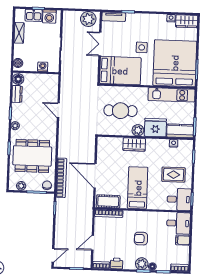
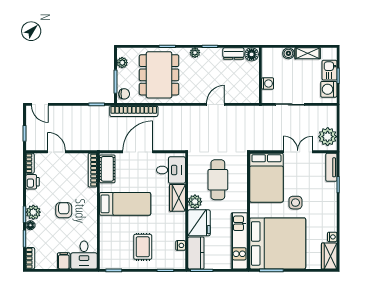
boiler: (18, 63) -> (288, 53), moved
desk: (179, 199) -> (171, 170), moved, turned -90

